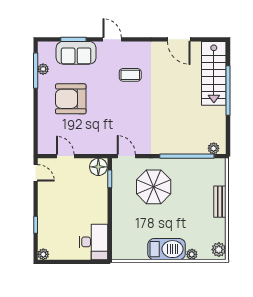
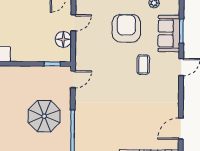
coffee table: (130, 75) -> (143, 65), moved
floor lamp: (98, 167) -> (63, 39), moved
parasol: (154, 187) -> (44, 116), moved

